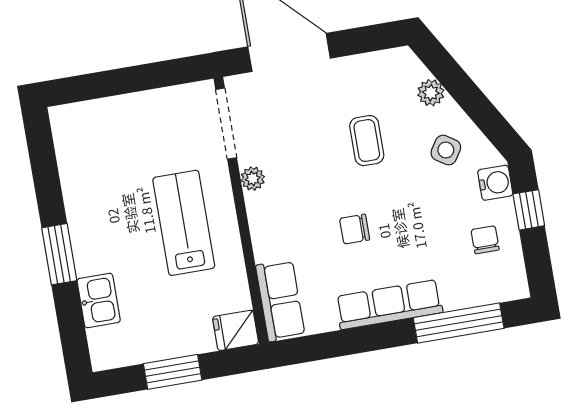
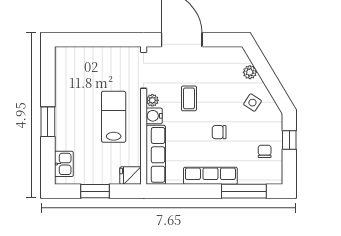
coffee table: (367, 141) -> (189, 98), moved
water cooler: (495, 183) -> (154, 116), moved, turned 180
chair: (355, 229) -> (219, 132), moved
kitchen sink: (99, 300) -> (64, 164), moved
row of seats: (280, 301) -> (156, 155), width x1.48

